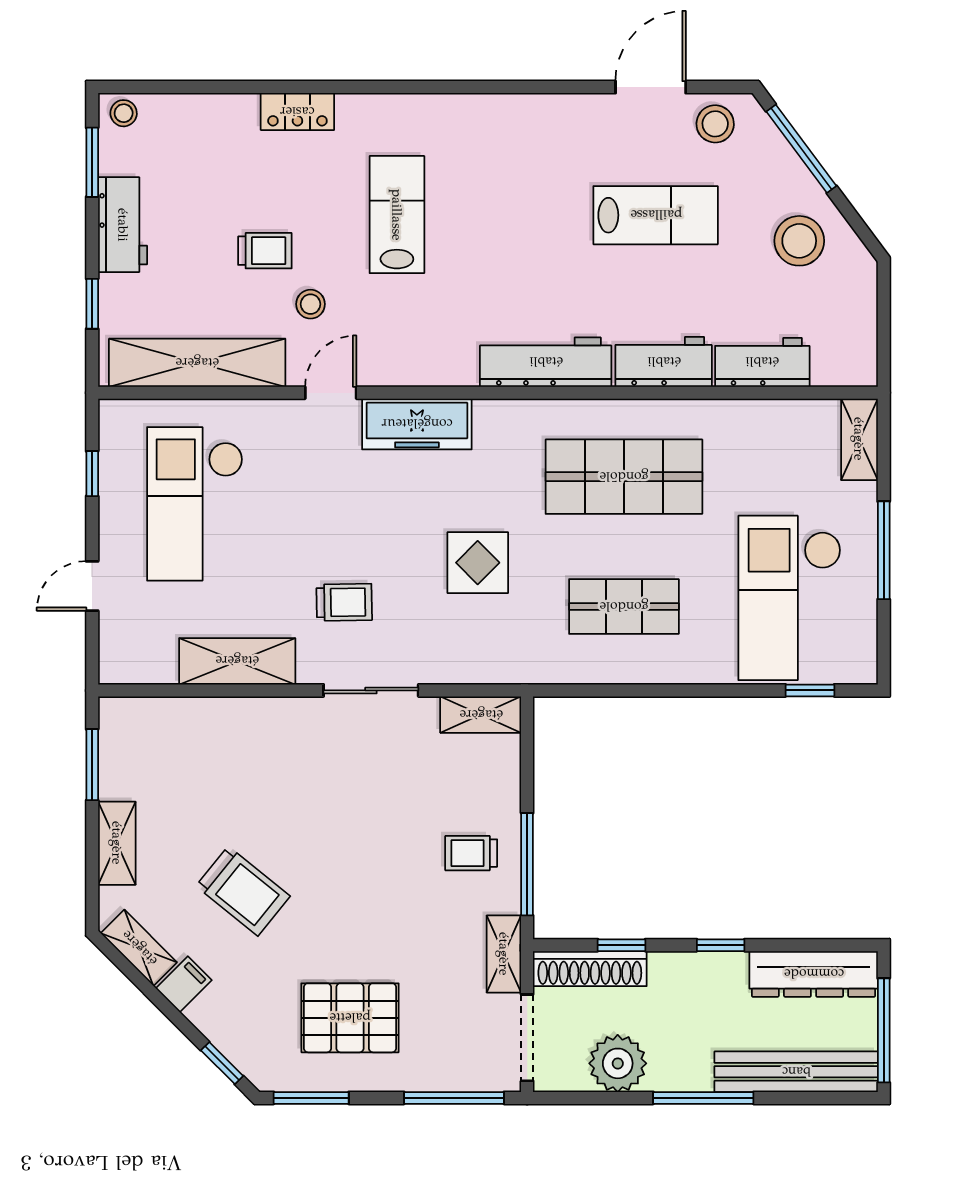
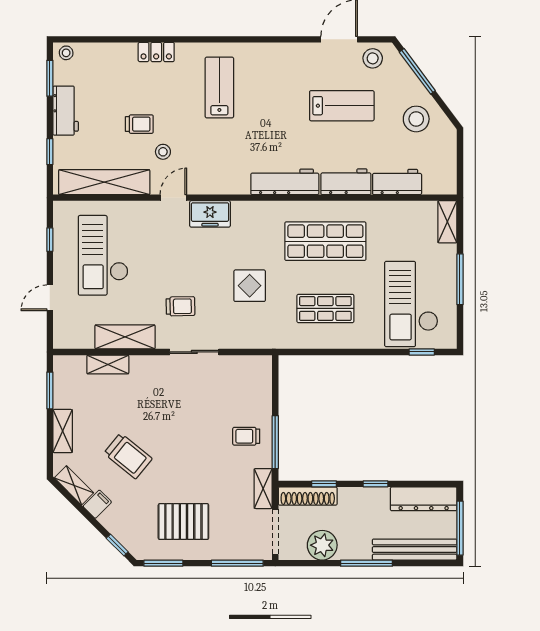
lab bench: (397, 215) -> (219, 87), moved
freezer: (417, 424) -> (210, 214), width x0.71
shelving: (481, 715) -> (108, 364), moved

